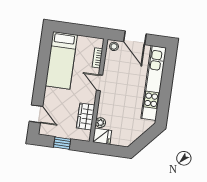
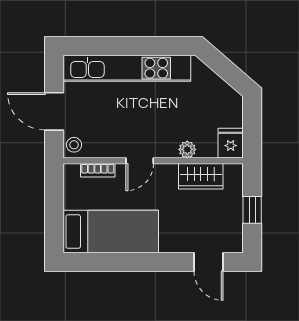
door: (135, 38) -> (54, 111), swing flipped
door: (36, 114) -> (208, 262), swing flipped
plant: (100, 123) -> (187, 149), moved

